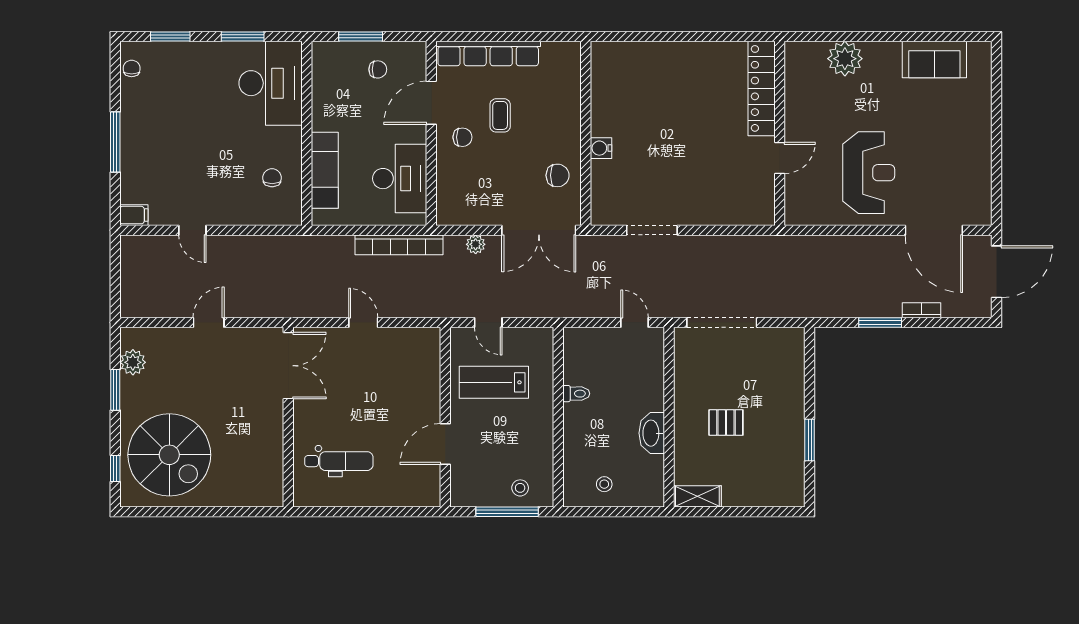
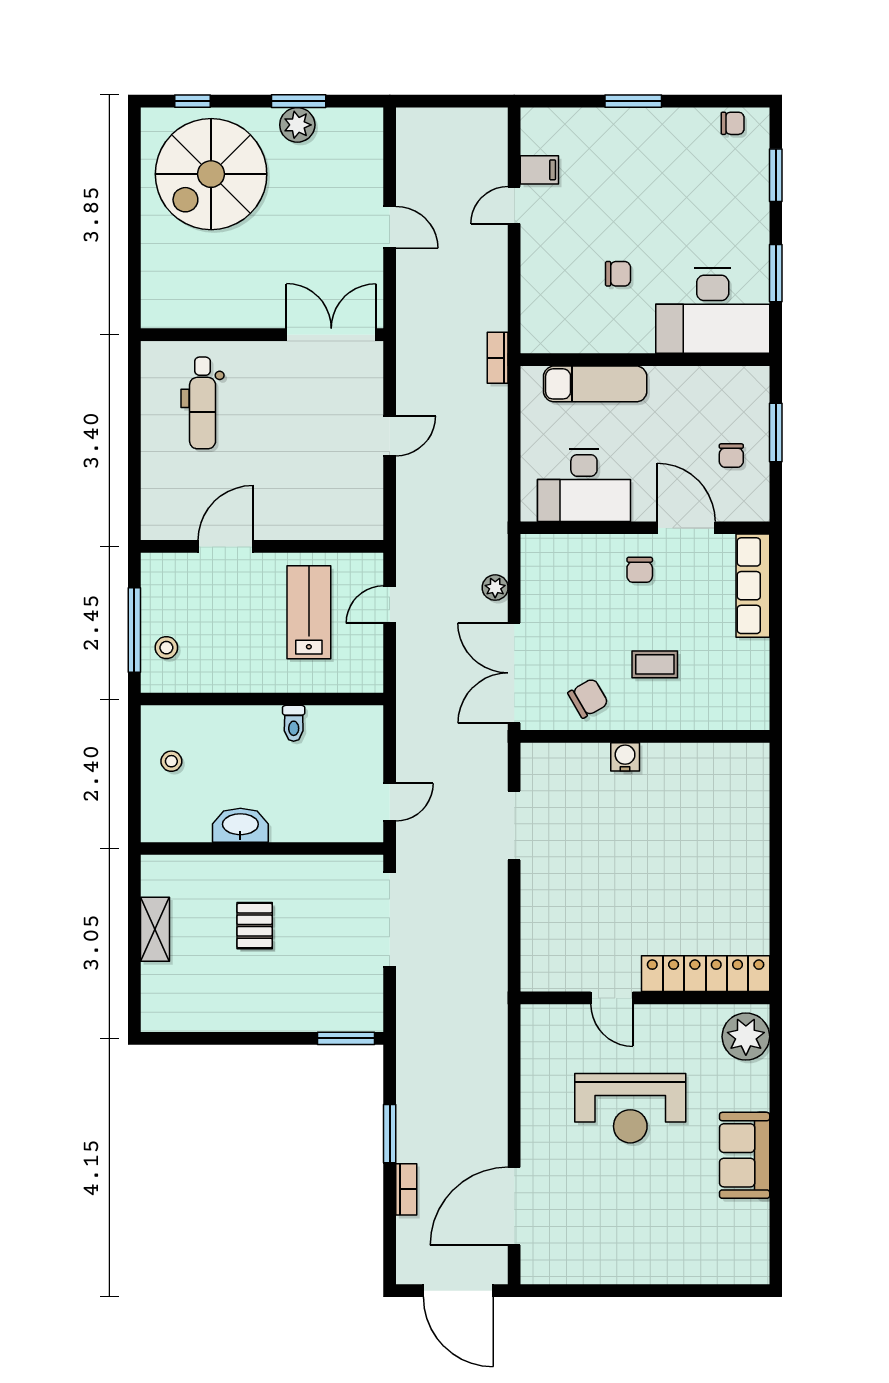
row of seats: (488, 53) -> (753, 586), width x0.73
plant: (845, 59) -> (746, 1037), moved
sofa: (934, 60) -> (745, 1155), moved
coffee table: (500, 115) -> (655, 664), moved
window: (115, 142) -> (633, 101), width x0.69
reception desk: (869, 173) -> (630, 1108), moved
chair: (558, 175) -> (588, 698), turned -120
chair: (272, 178) -> (618, 274), moved
filing cabinet: (134, 215) -> (539, 170), moved, turned -90
bookcase: (399, 245) -> (498, 358), moved, width x0.43, depth x0.76
plant: (133, 362) -> (297, 125), moved
double door: (288, 366) -> (331, 335), swing flipped
window: (810, 440) -> (346, 1038), moved
door: (445, 444) -> (226, 546), hinge flipped
shelving: (697, 496) -> (155, 929), moved

